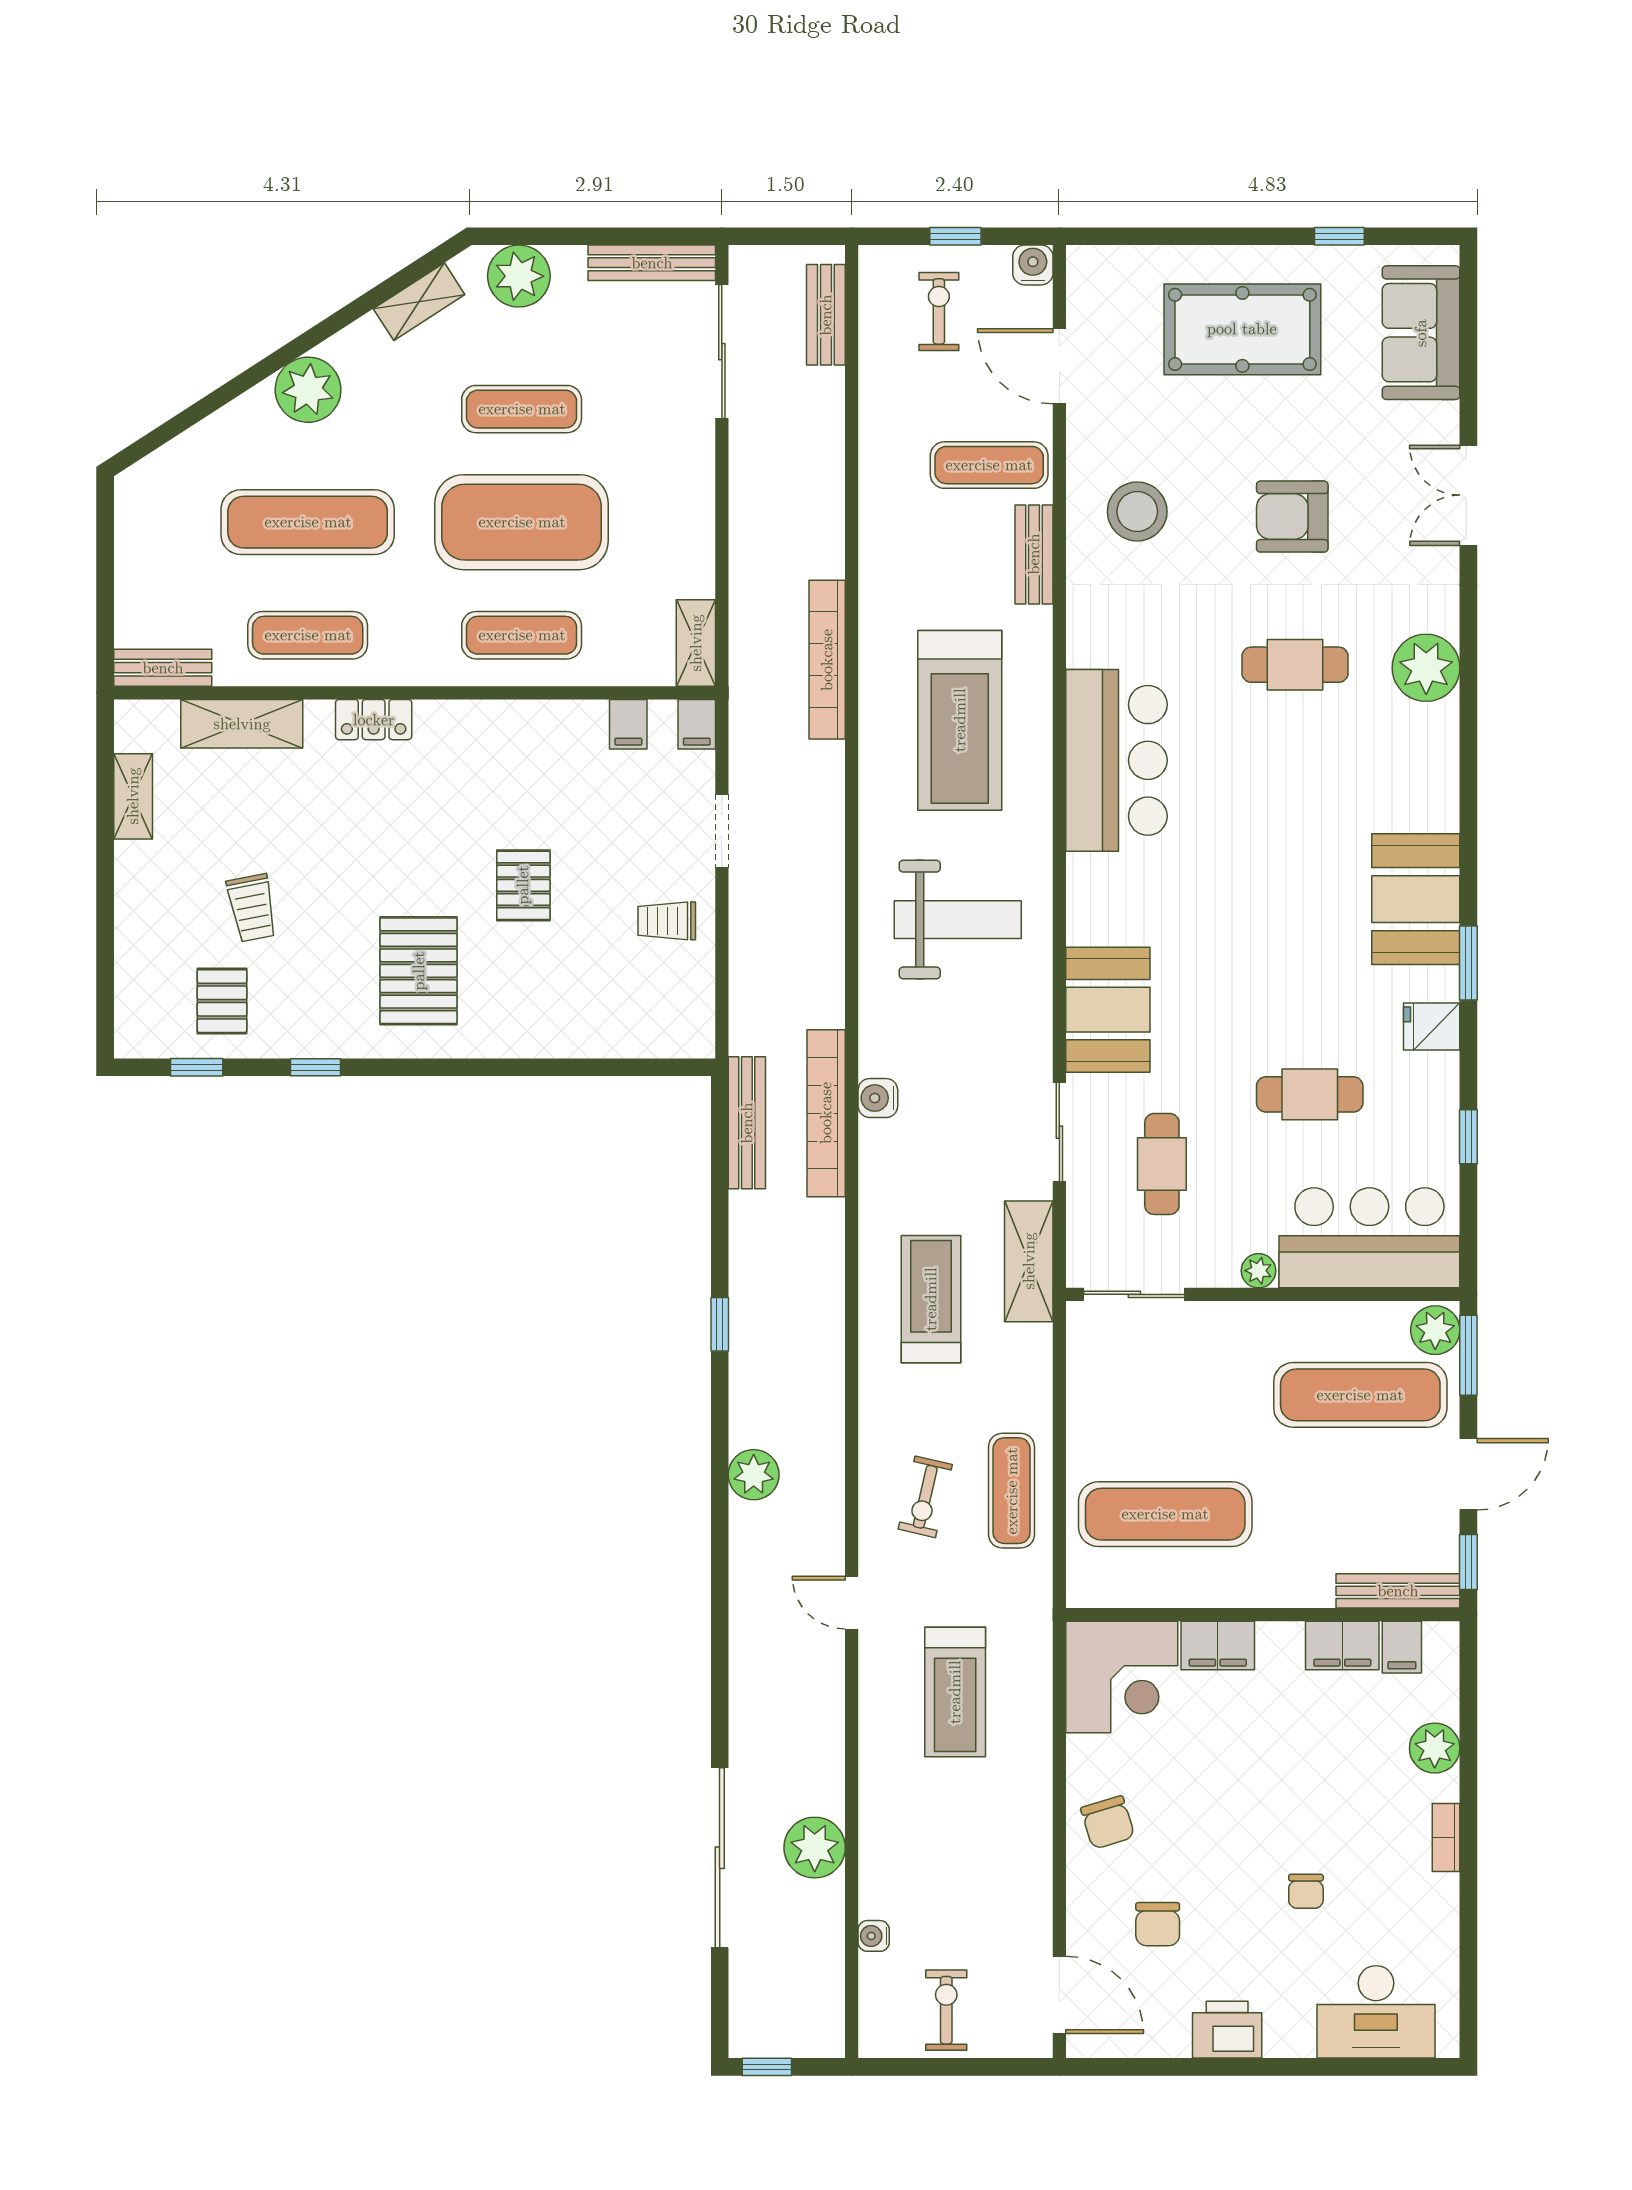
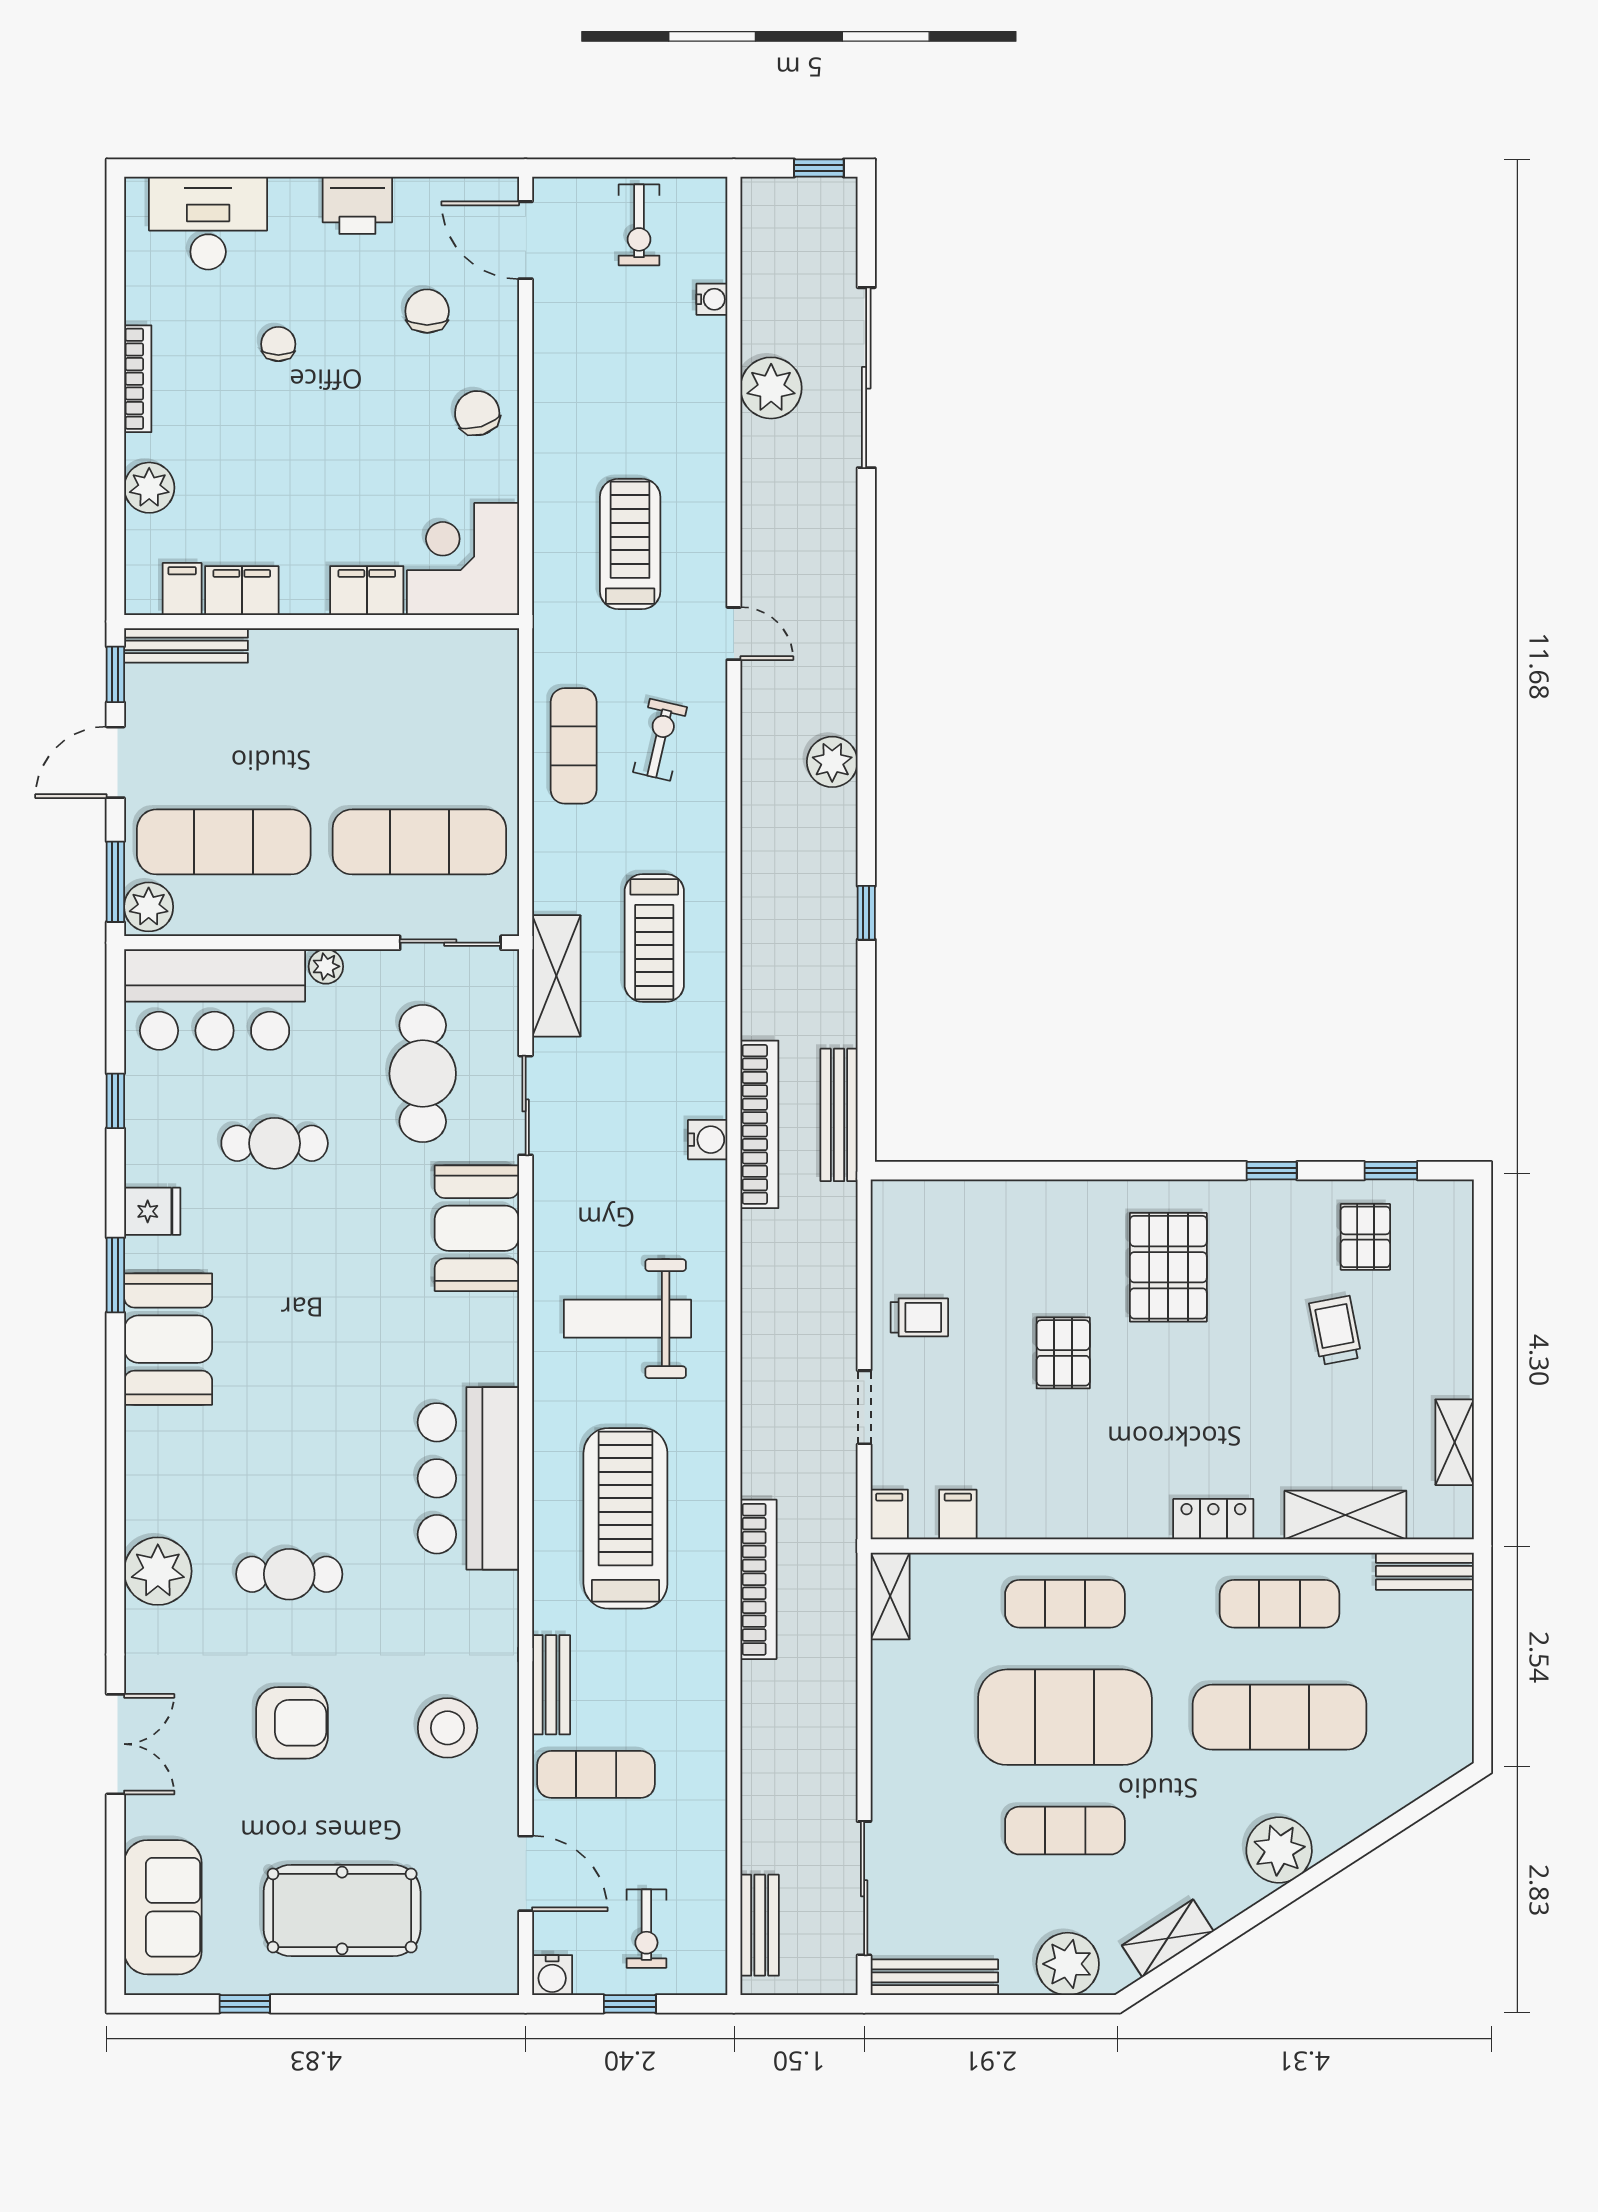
cafe table: (1162, 1164) -> (423, 1074), width x1.37, depth x1.35
exercise mat: (1165, 1514) -> (419, 842), moved
bookcase: (1446, 1837) -> (138, 379), width x1.56

